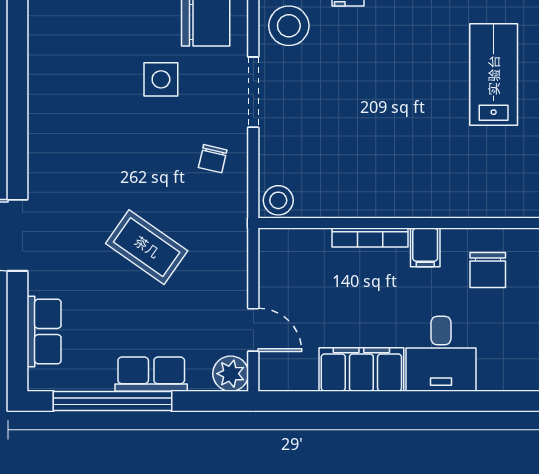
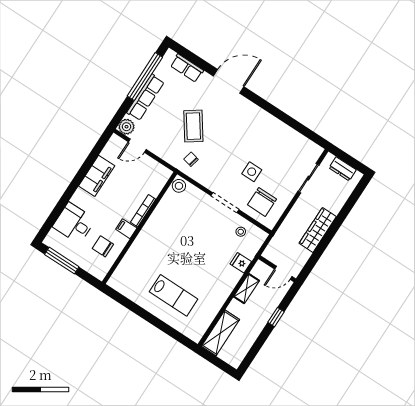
stool: (289, 26) -> (241, 232), width x0.53, depth x0.53
chair: (213, 159) -> (191, 159), moved
coffee table: (147, 247) -> (193, 126), turned -70
desk: (441, 354) -> (74, 223), moved
row of seats: (151, 374) -> (145, 97), width x1.48

